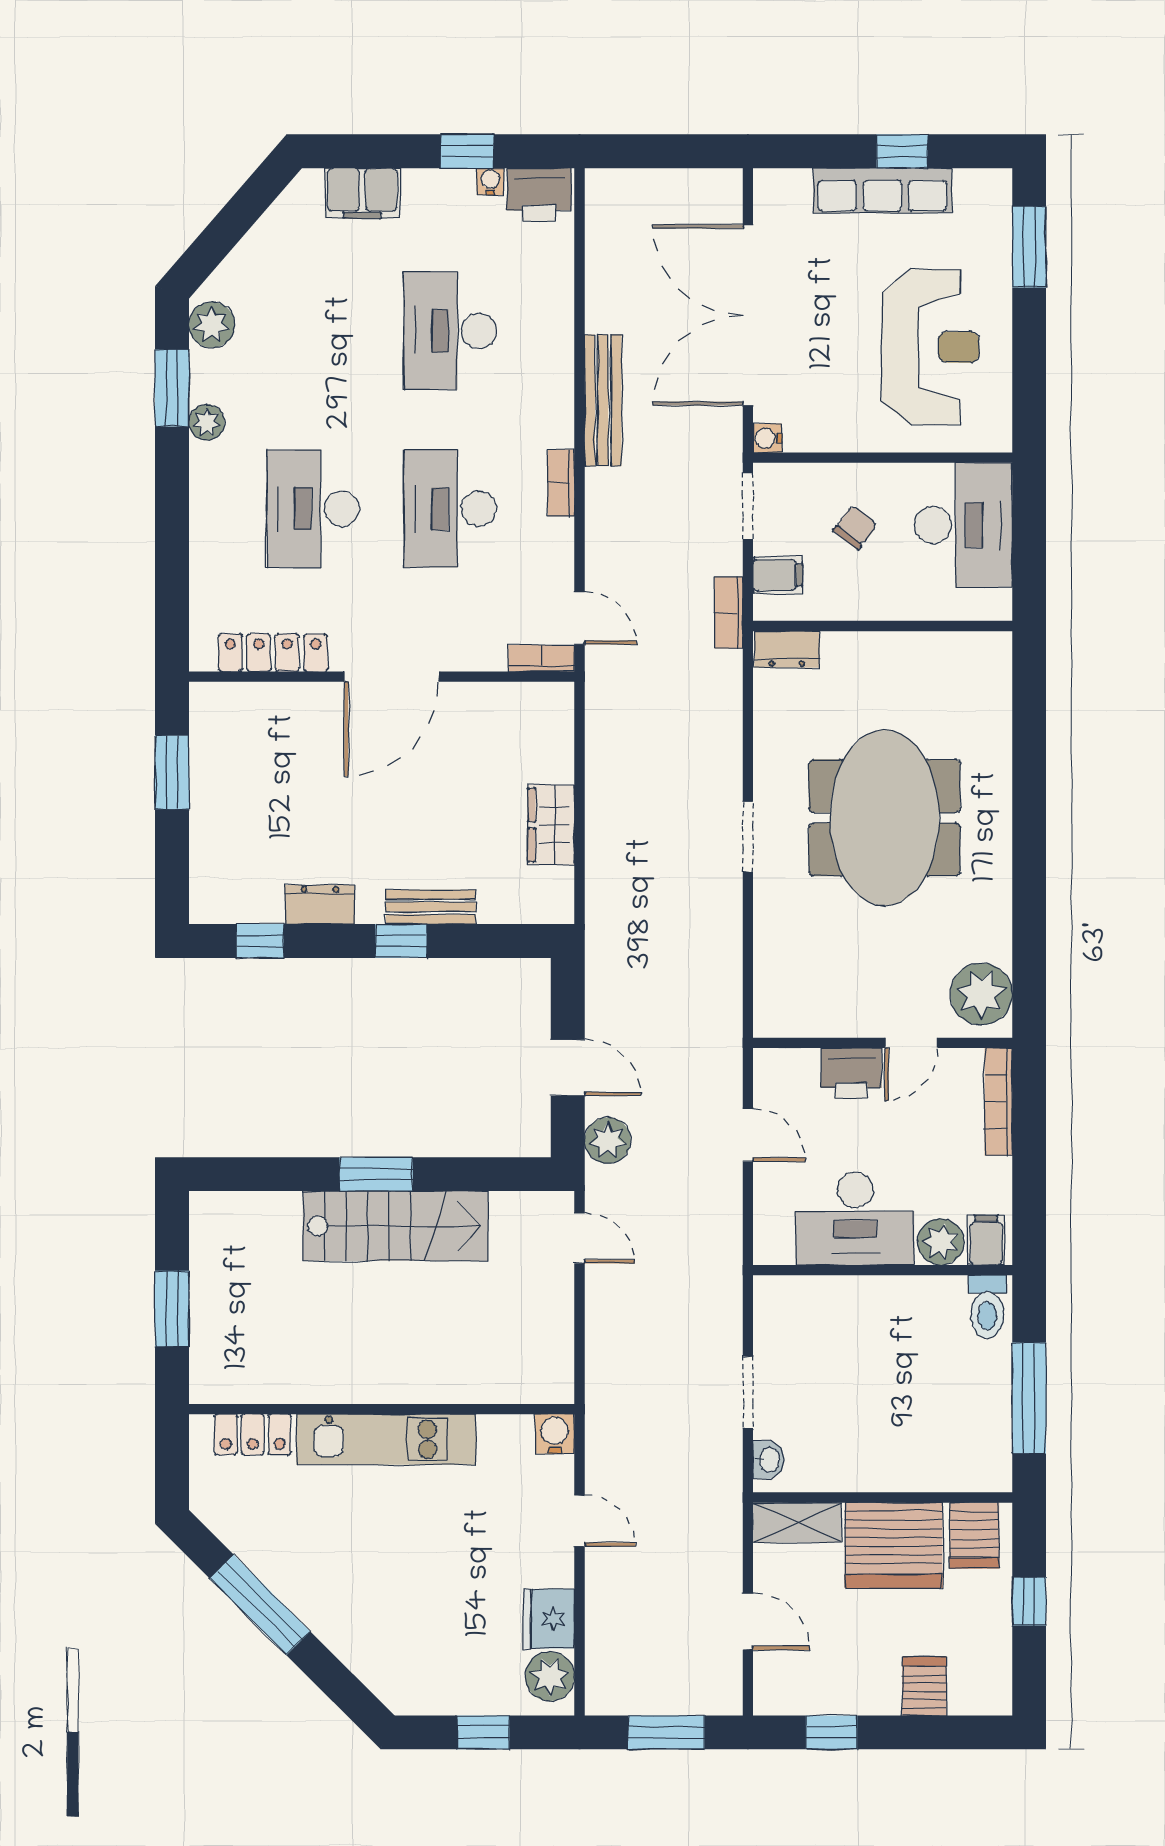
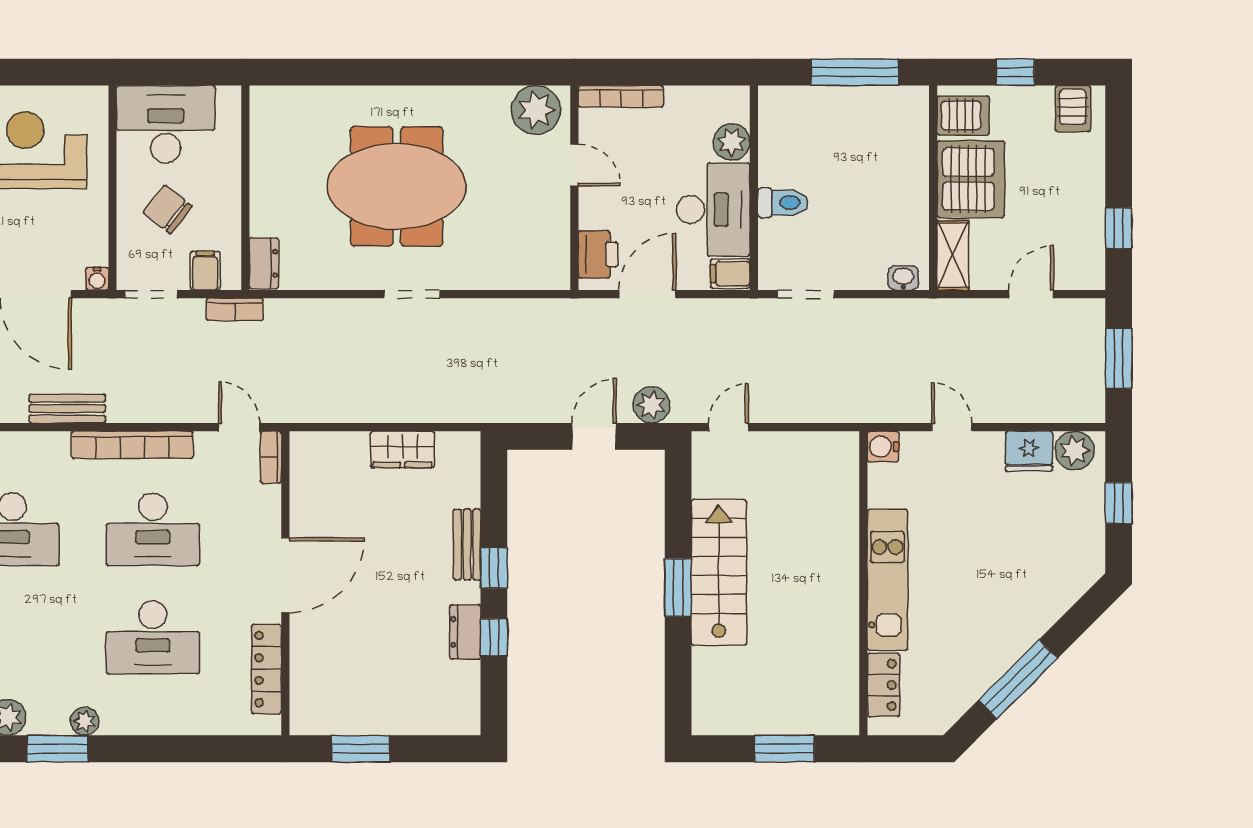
bench: (603, 400) -> (67, 409), width x0.73
bookcase: (561, 483) -> (132, 445), width x2.31, depth x1.31
chair: (855, 527) -> (168, 209), width x1.37, depth x1.37
door: (580, 618) -> (239, 427), hinge flipped
door: (392, 677) -> (285, 575), hinge flipped
window: (260, 941) -> (494, 637), moved
printer: (851, 1073) -> (598, 254), moved
door: (748, 1135) -> (647, 294), width x1.37
filing cabinet: (986, 1240) -> (730, 274), moved
toilet: (987, 1307) -> (783, 203), moved
doorway: (748, 1392) -> (806, 294), moved
door: (580, 1521) -> (952, 427), hinge flipped
server rack: (924, 1686) -> (1073, 109), moved, turned -90

